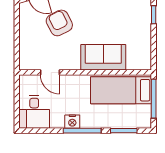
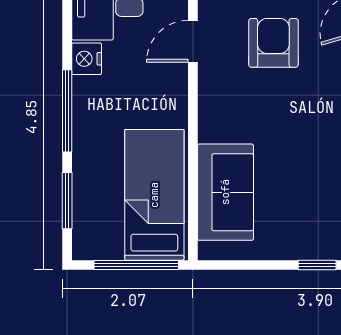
armchair: (59, 23) -> (273, 43), moved, turned -63
sofa: (103, 57) -> (225, 192), moved
nightstand: (72, 122) -> (87, 59), moved

